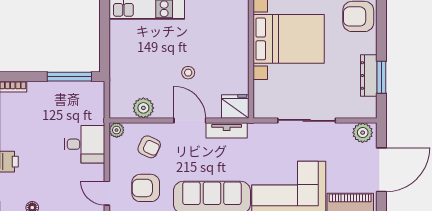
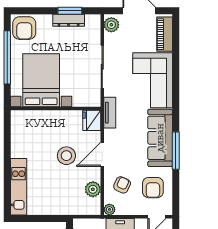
stool: (188, 73) -> (66, 156), width x1.89, depth x1.89
tv unit: (227, 130) -> (110, 113), moved

